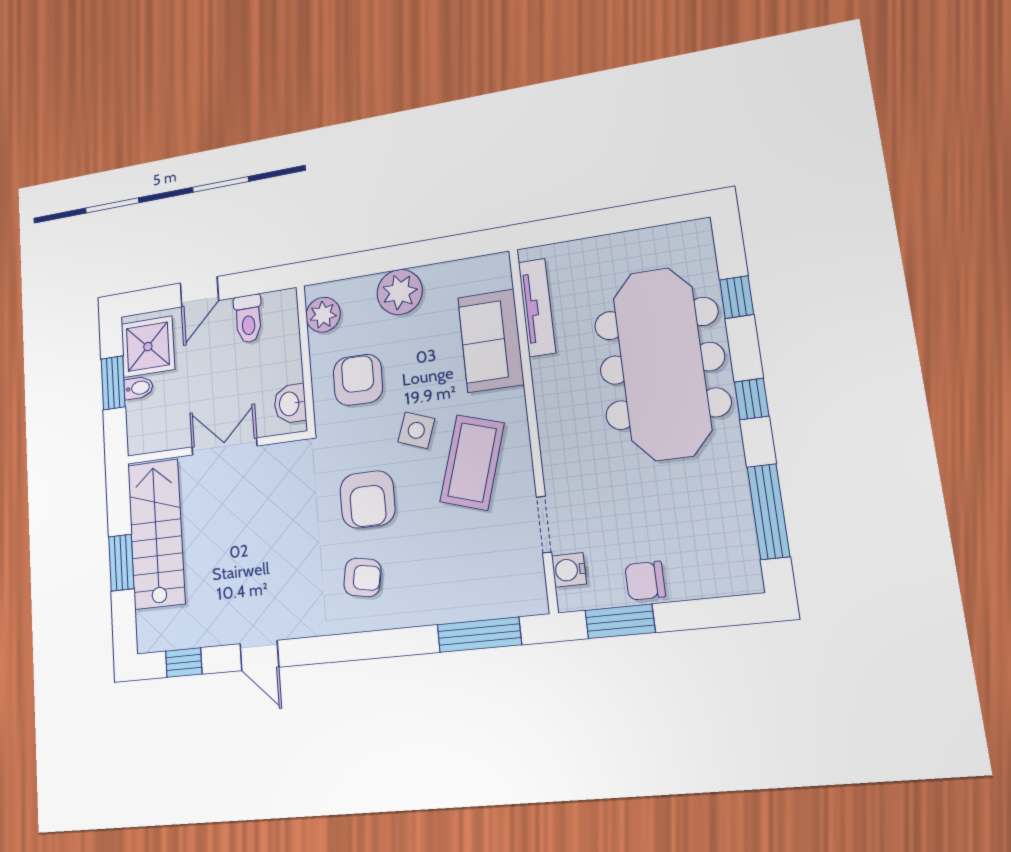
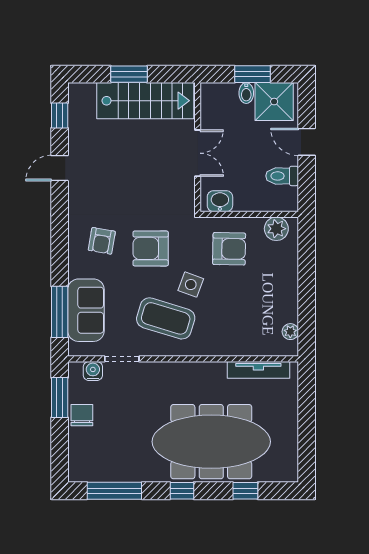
plant: (400, 292) -> (290, 332), moved, width x0.53, depth x0.53
sofa: (491, 341) -> (86, 310), moved, turned 90

